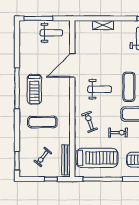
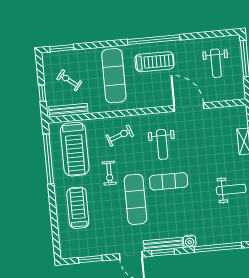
weight bench: (51, 33) -> (216, 63), moved
treadmill: (34, 89) -> (155, 62), turned 180
exercise mat: (42, 122) -> (114, 76), width x1.36, depth x1.45

